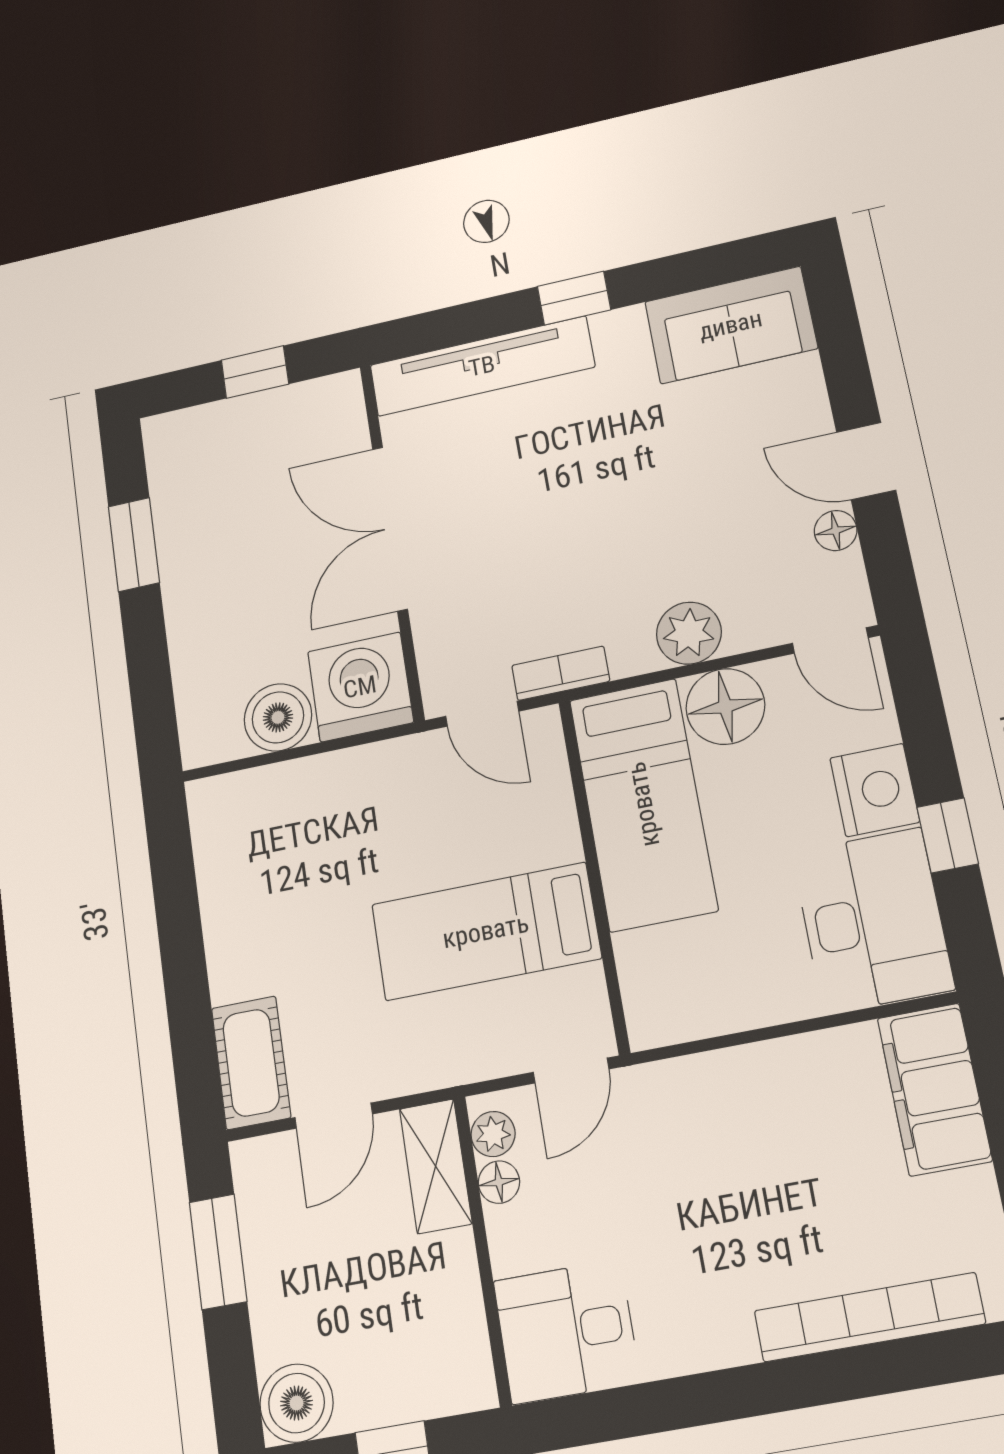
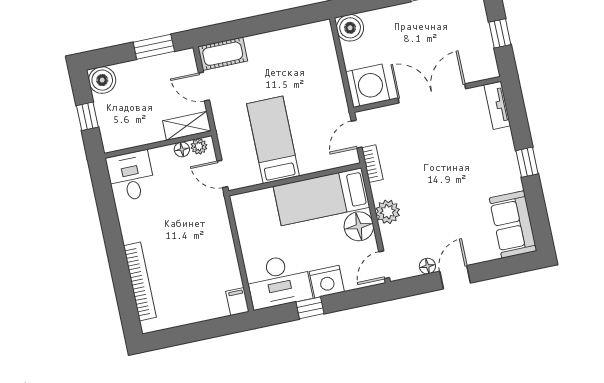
tv unit: (482, 366) -> (497, 105), width x0.52, depth x0.78
boiler: (278, 717) -> (350, 28), moved
filing cabinet: (934, 1089) -> (237, 302), width x0.33, depth x0.86

